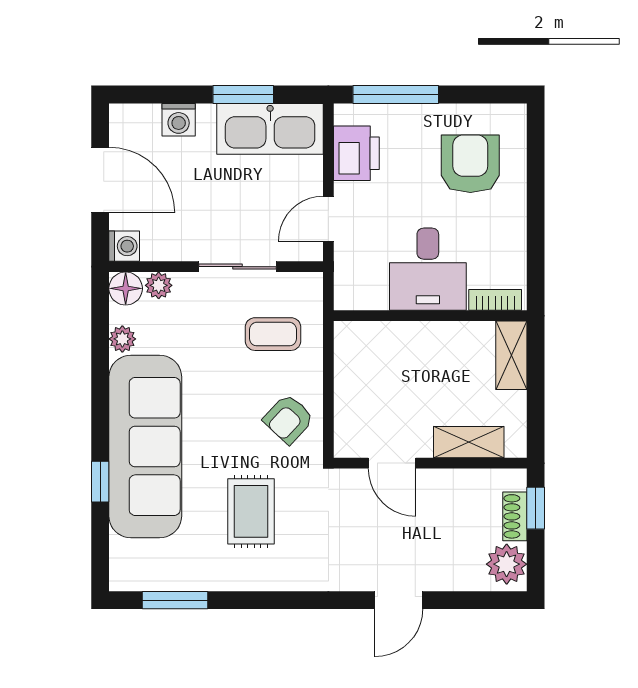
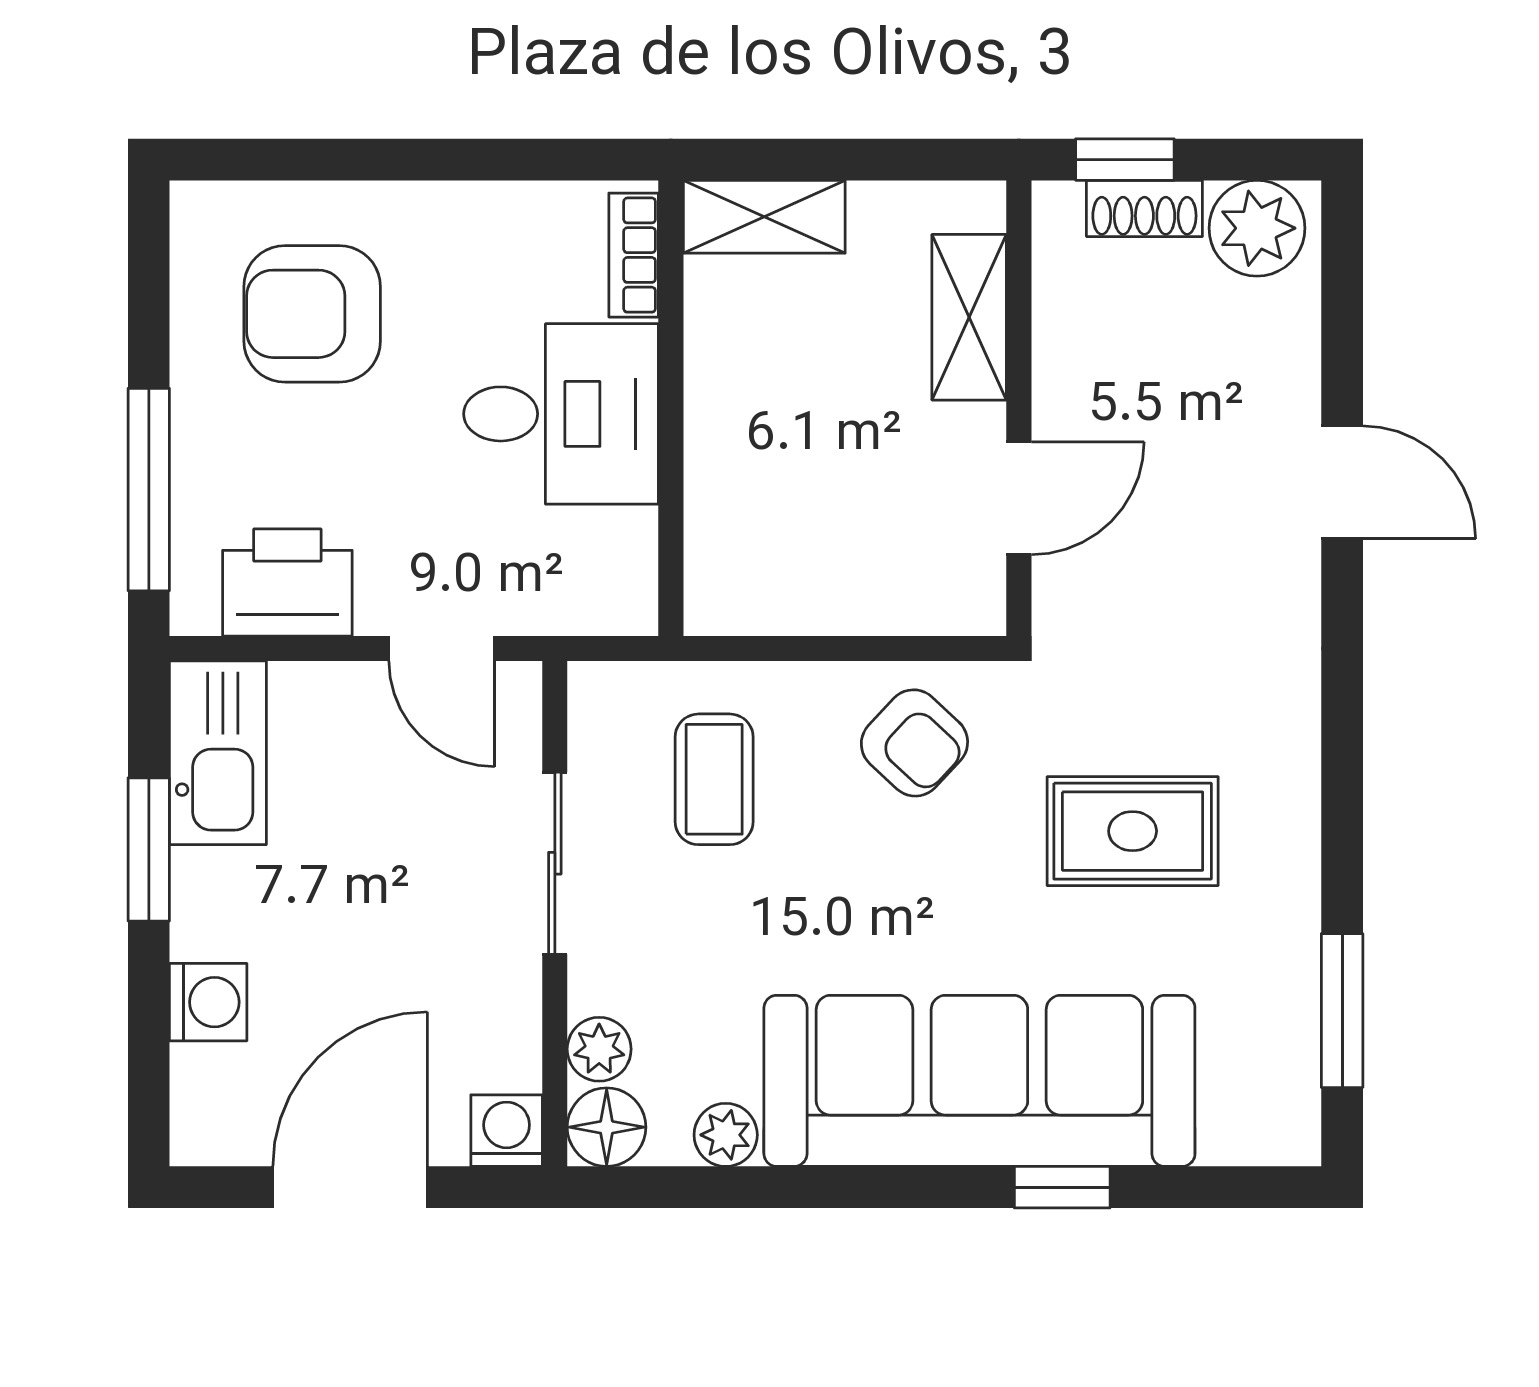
kitchen sink: (270, 129) -> (218, 753), width x0.73, depth x0.81

